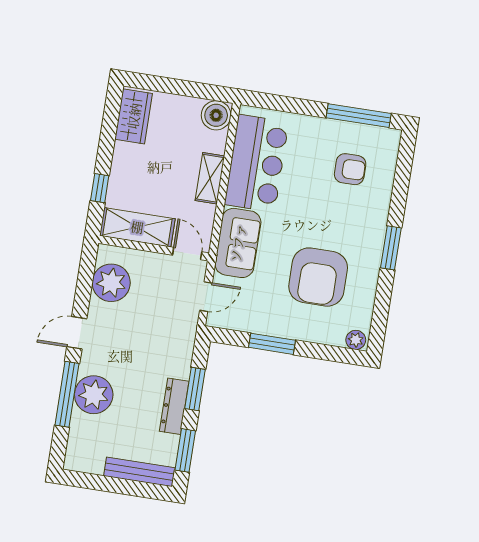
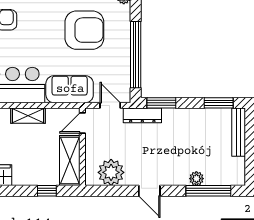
window: (272, 344) -> (136, 55), width x2.11
window: (195, 389) -> (161, 103), moved
window: (67, 394) -> (208, 191), moved
plant: (94, 395) -> (196, 179), width x0.53, depth x0.53
dresser: (174, 406) -> (142, 115), moved

